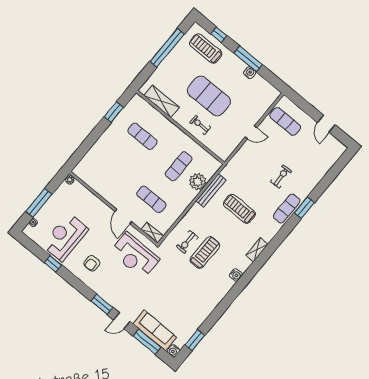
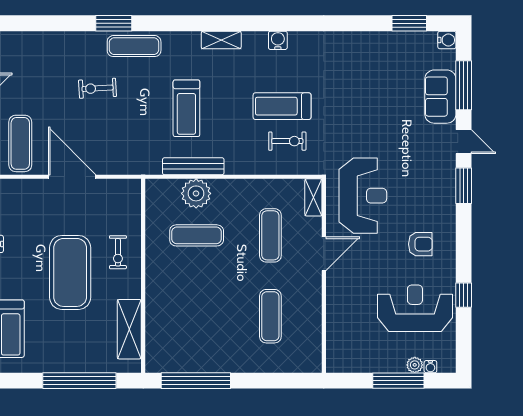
window: (167, 48) -> (79, 381), moved
window: (114, 112) -> (196, 381), width x2.11
door: (251, 132) -> (72, 177), width x1.87
exercise mat: (142, 136) -> (270, 316), moved
plant: (70, 180) -> (415, 365), moved
reception desk: (65, 237) -> (415, 308), turned 180
sofa: (155, 331) -> (440, 97), width x0.73

